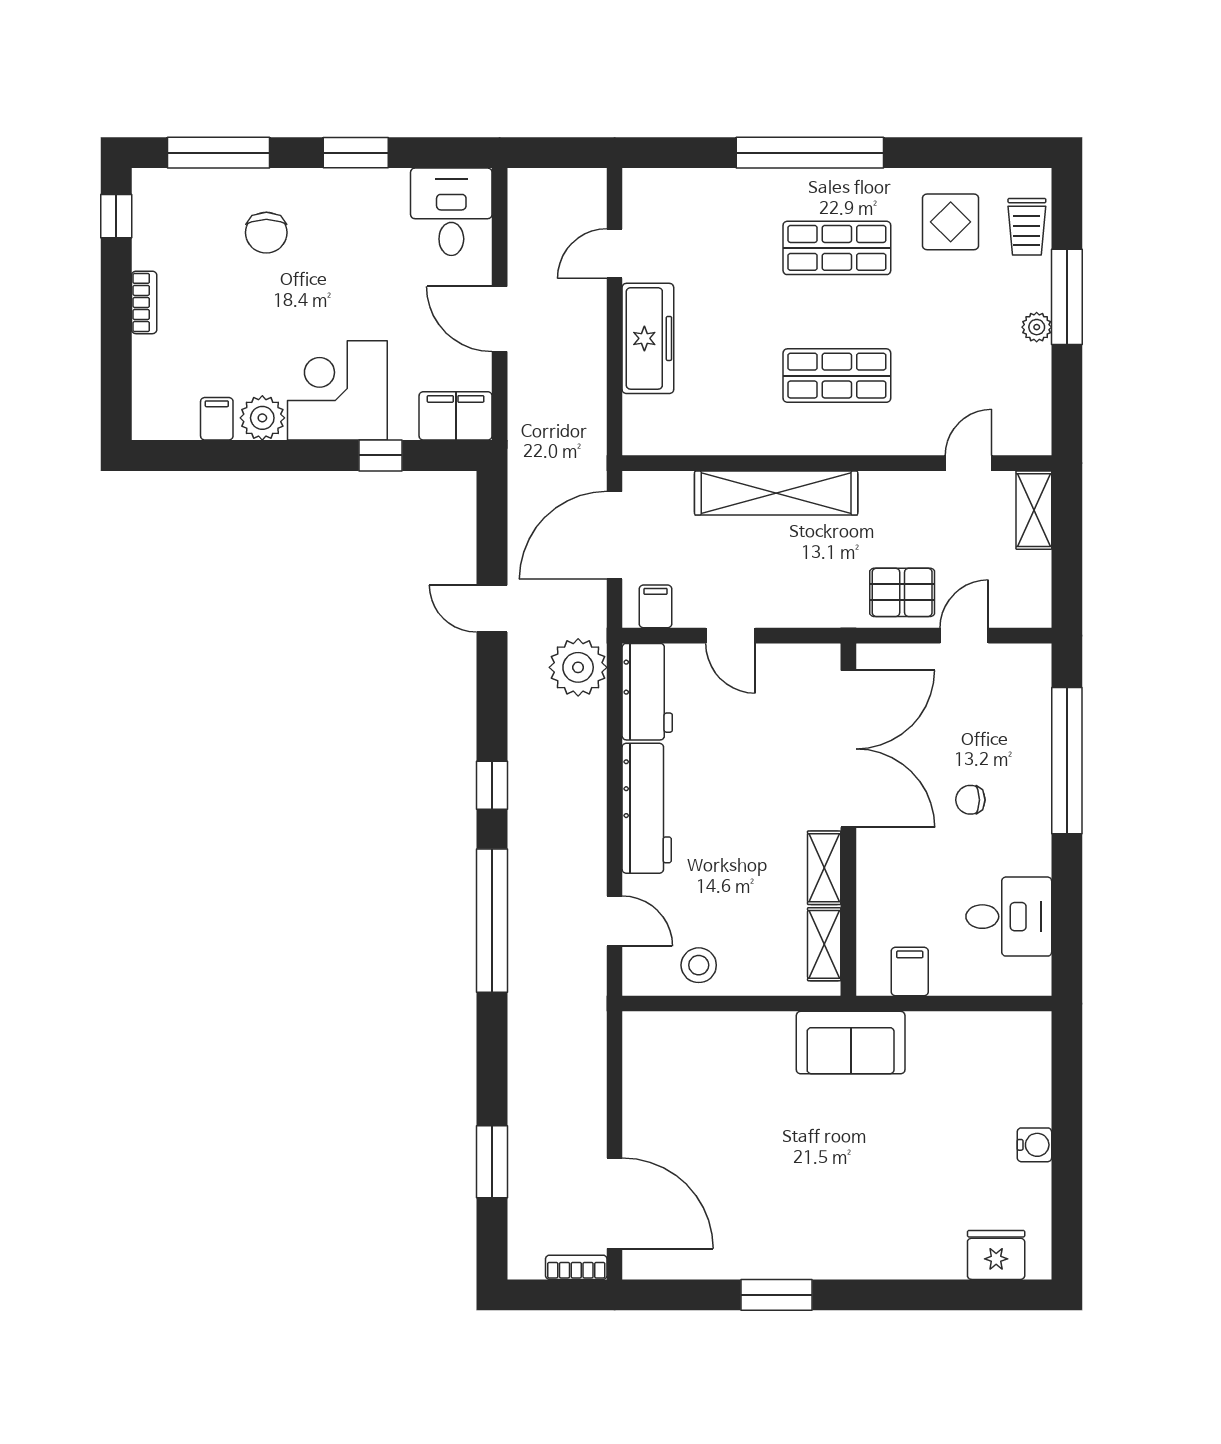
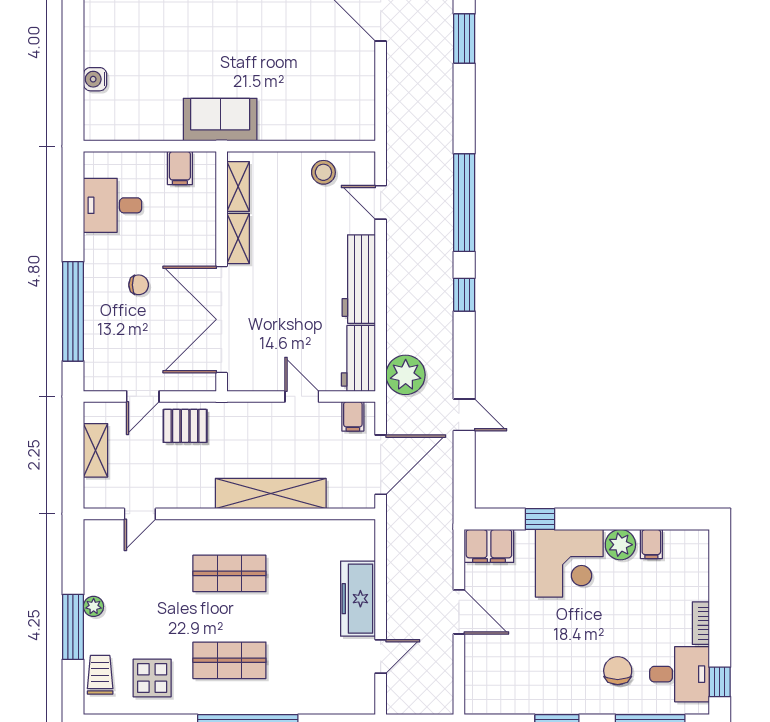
desk: (451, 212) -> (680, 674), moved, turned -90
shelving: (1034, 510) -> (95, 450), moved
water cooler: (1034, 1145) -> (95, 79), moved

